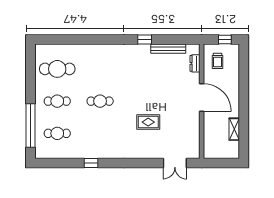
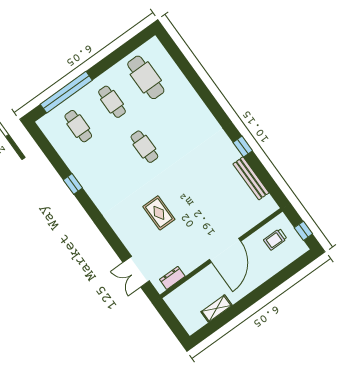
dresser: (195, 63) -> (172, 278), moved

